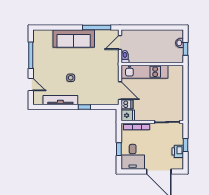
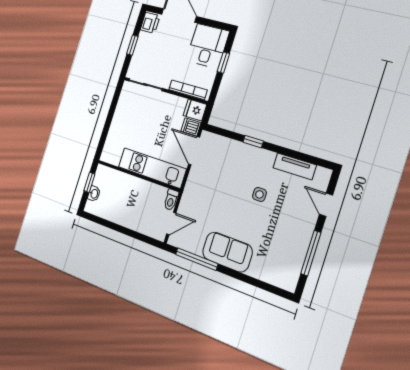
sofa: (74, 38) -> (227, 252), width x0.73
tv unit: (60, 100) -> (295, 166), width x0.71
printer: (178, 151) -> (150, 23), moved

